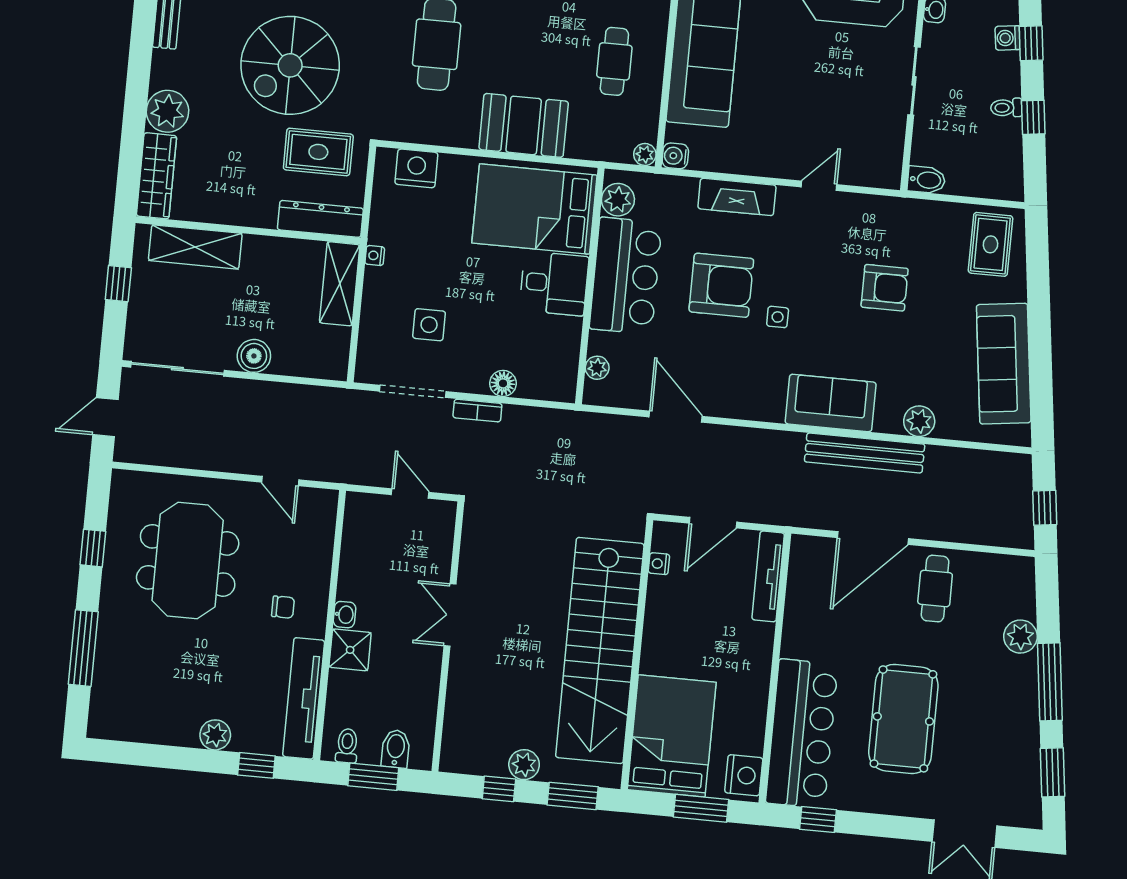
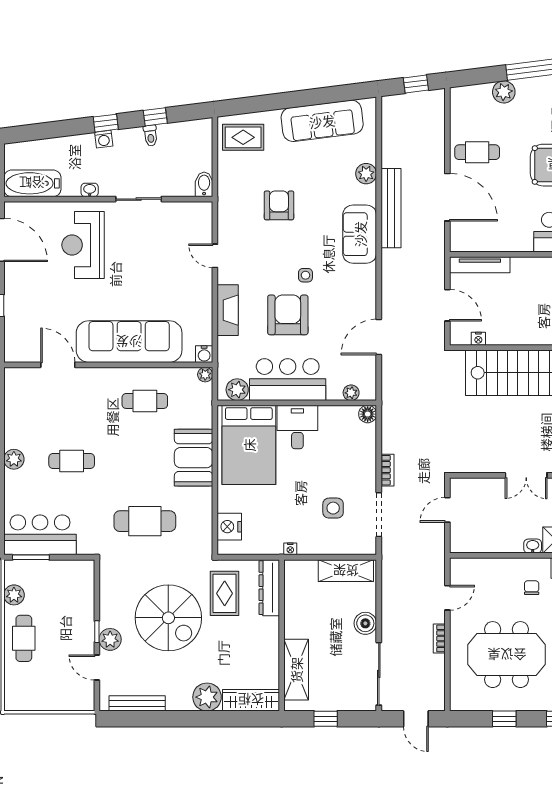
shelving: (340, 284) -> (346, 571), moved
floor lamp: (503, 383) -> (368, 414), moved
bookcase: (221, 463) -> (439, 638), added

